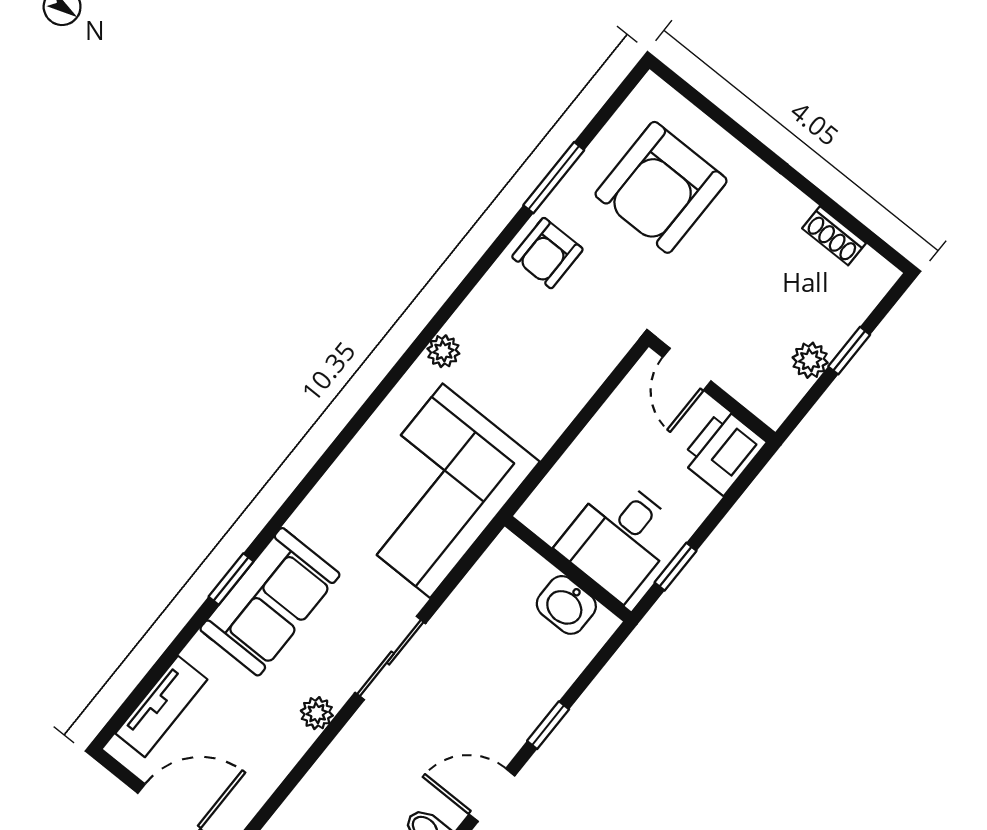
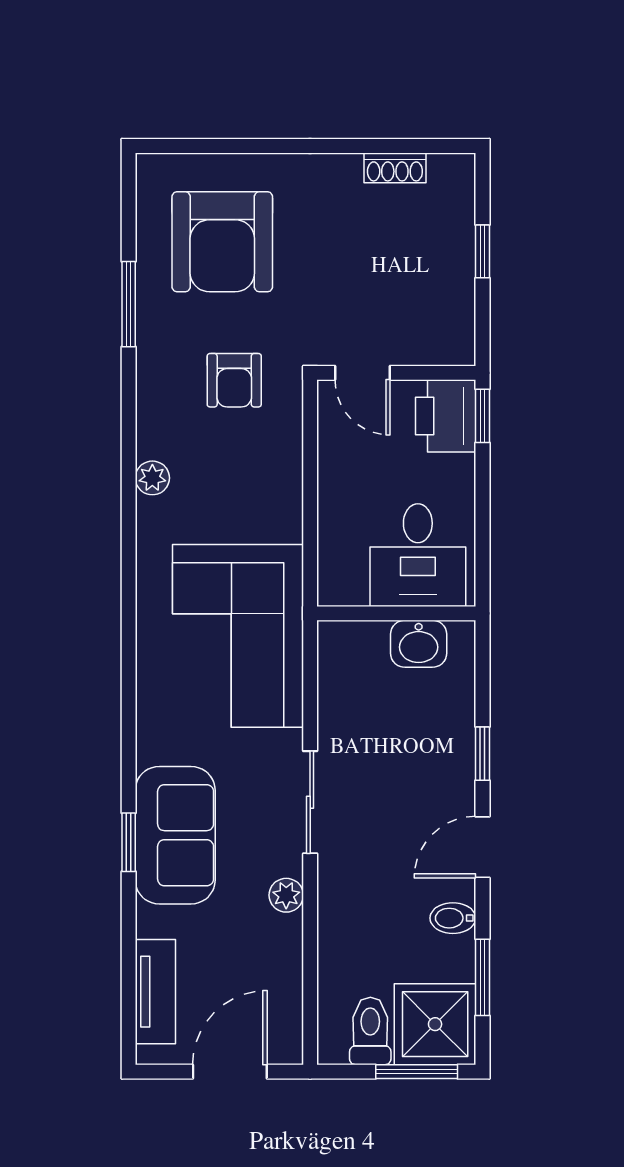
armchair: (547, 253) -> (234, 380), moved
plant: (443, 351) -> (152, 478), moved
plant: (810, 360) -> (457, 285), removed
window: (676, 567) -> (482, 416), moved

